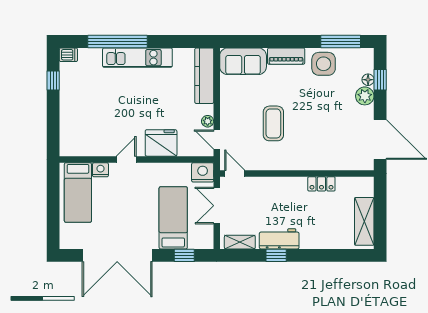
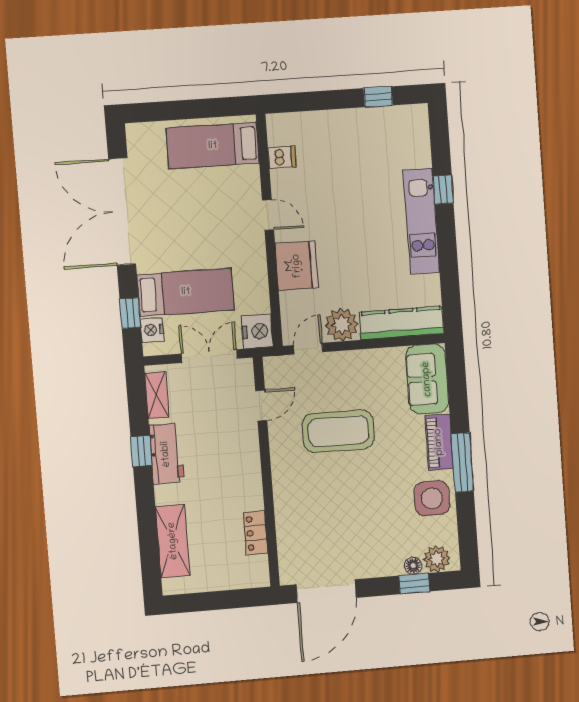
window: (118, 41) -> (443, 190), width x0.32
window: (341, 41) -> (462, 462), moved
dishwasher: (68, 55) -> (282, 157), moved, turned -90
plant: (365, 96) -> (437, 559), moved
plant: (208, 121) -> (342, 325), width x1.88, depth x1.88
coffee table: (273, 123) -> (338, 431), width x1.36, depth x1.32
nightstand: (100, 170) -> (152, 330), moved, turned 180
door: (235, 174) -> (261, 406), moved
locker: (321, 184) -> (255, 533), moved
shelving: (364, 221) -> (173, 541), moved, turned 90

